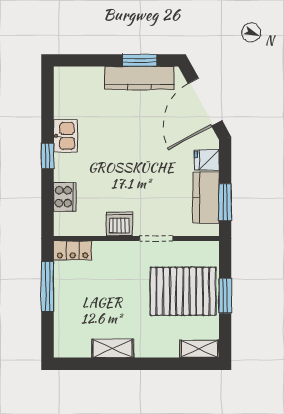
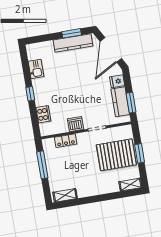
kitchen sink: (65, 136) -> (36, 69), moved
locker: (73, 251) -> (66, 141), moved
shelving: (113, 348) -> (65, 195), moved

